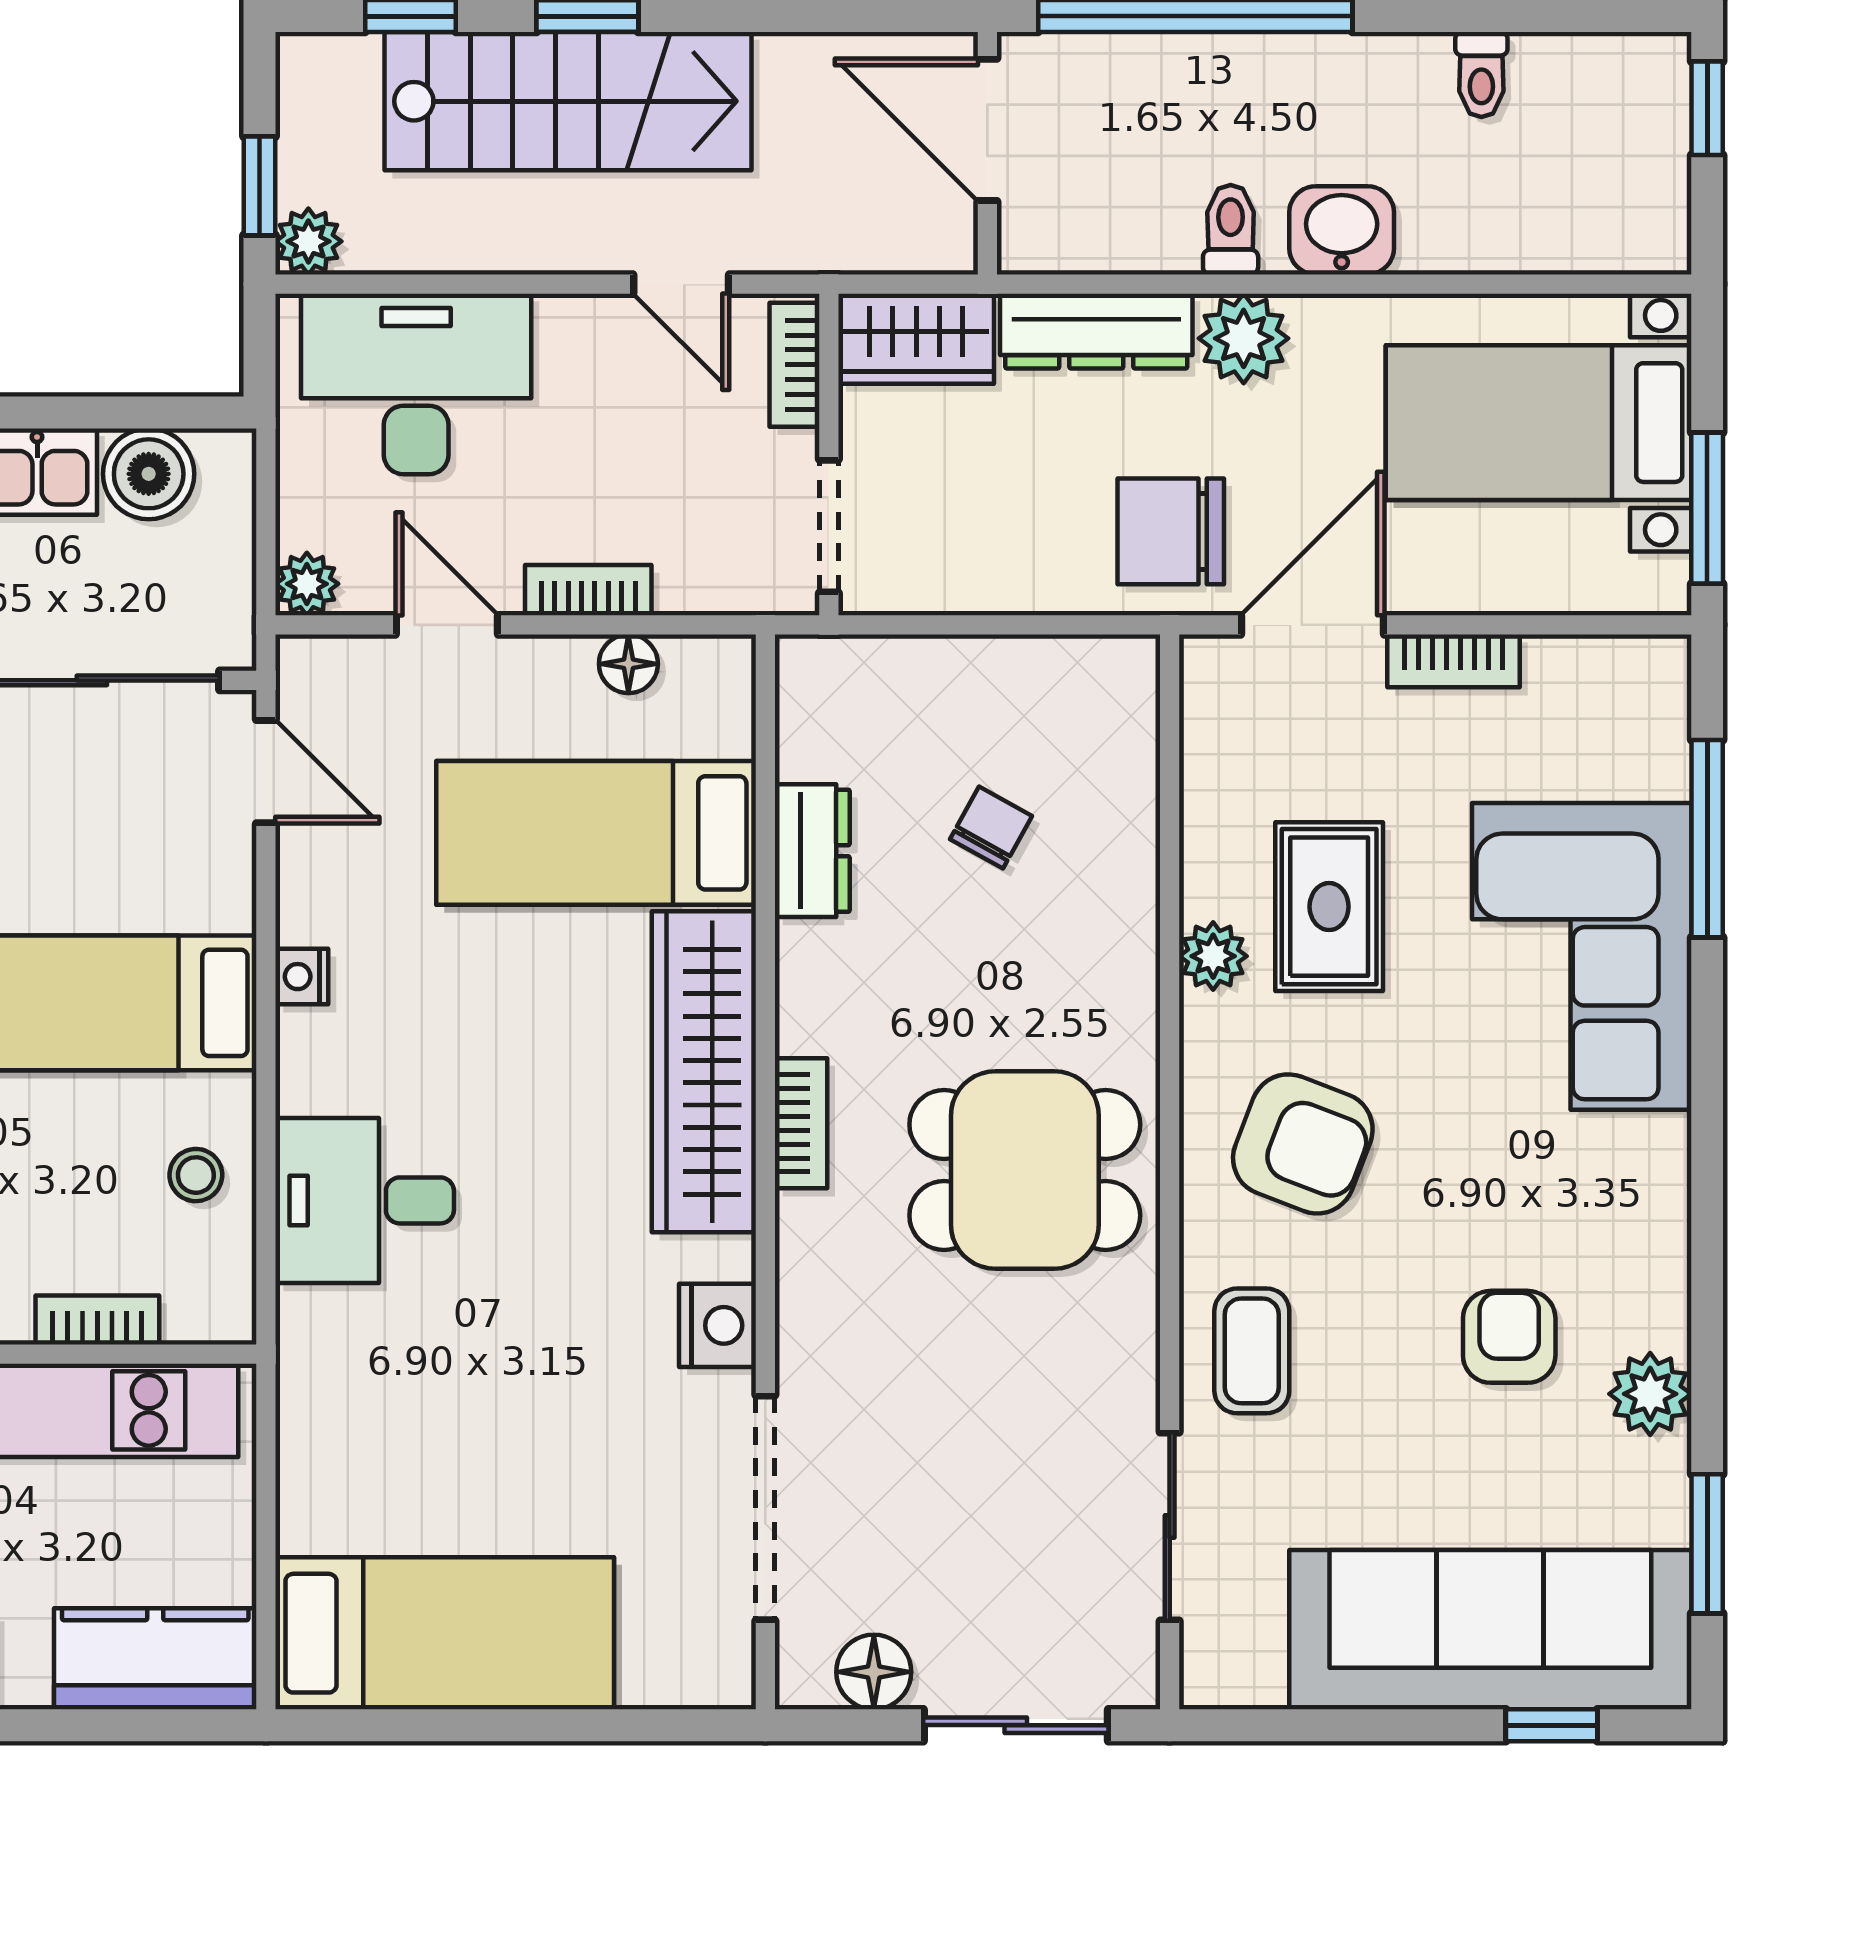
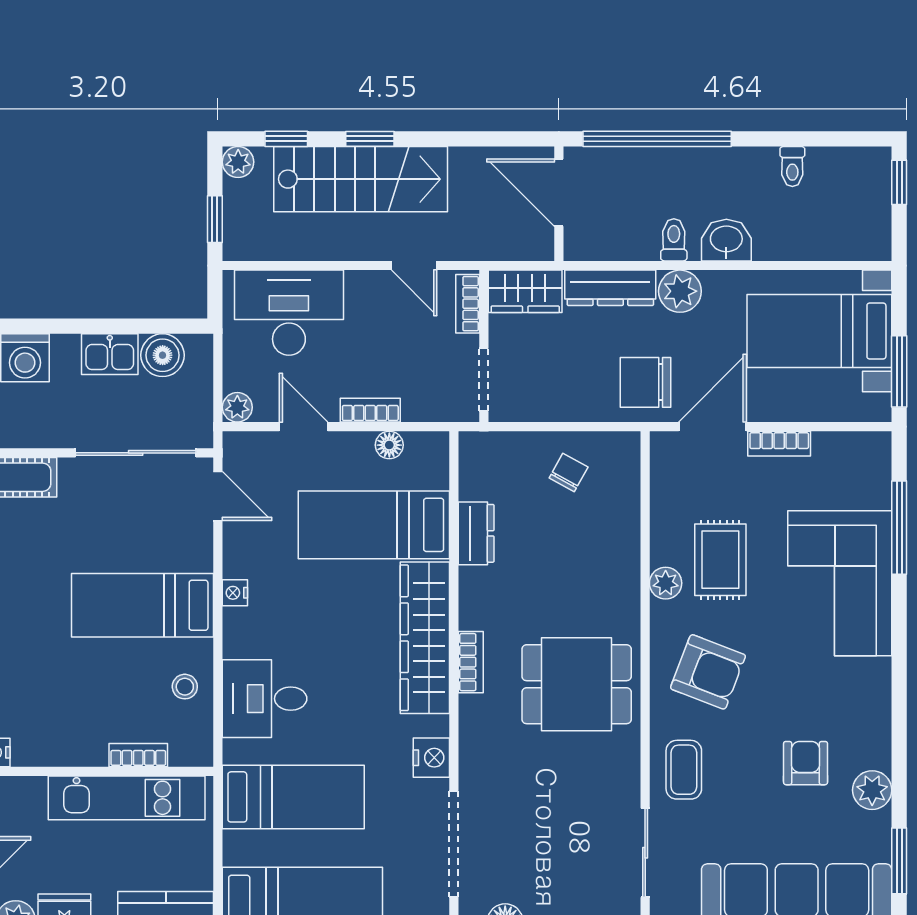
plant: (308, 241) -> (238, 162), moved
chair: (991, 828) -> (569, 472), moved
bed: (425, 1408) -> (293, 797), added

